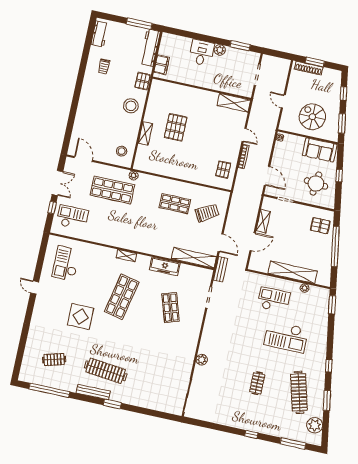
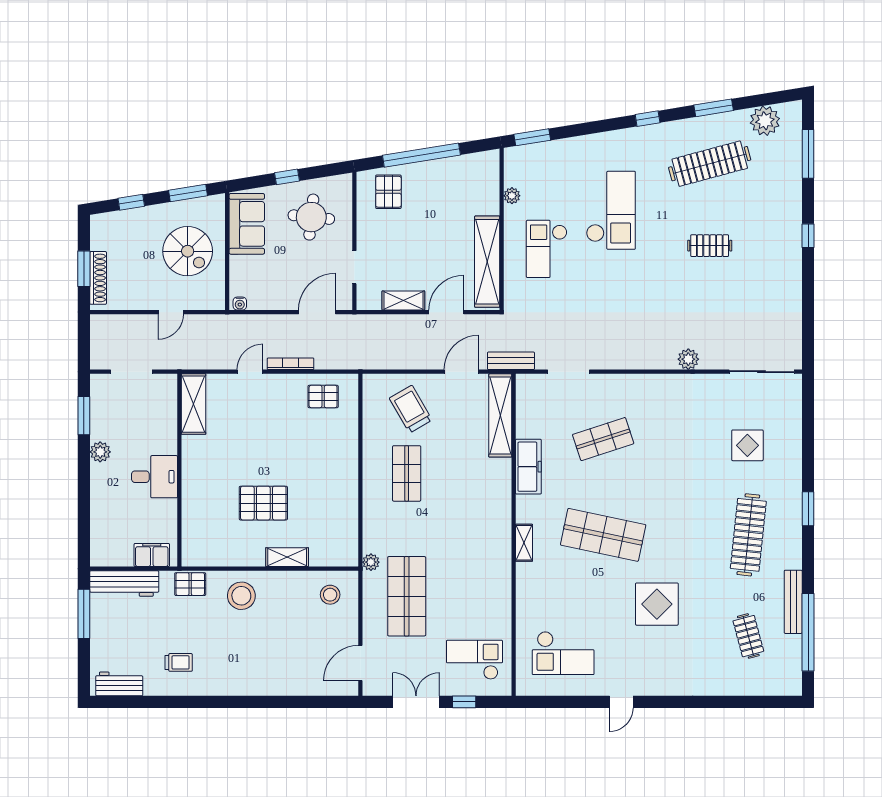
desk: (202, 53) -> (155, 477), moved, turned 180
spiral stairs: (312, 117) -> (188, 251), turned -90
checkout: (72, 217) -> (474, 660), turned 90
door: (253, 242) -> (446, 312), hinge flipped
shelving: (293, 272) -> (487, 262), moved
display table: (151, 380) -> (747, 445), added
bench: (93, 392) -> (793, 602), moved

